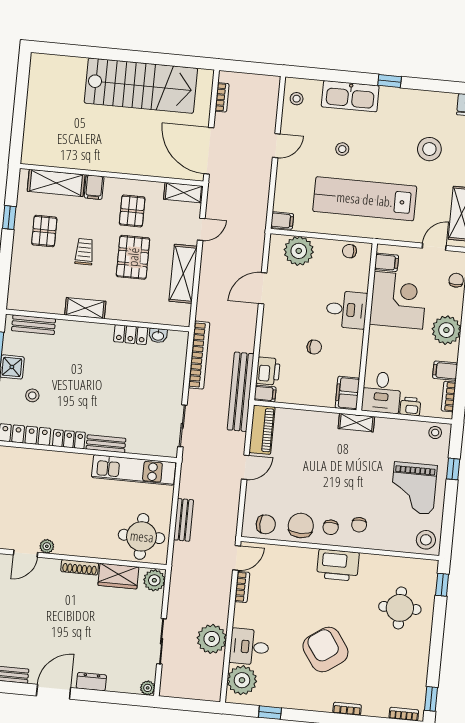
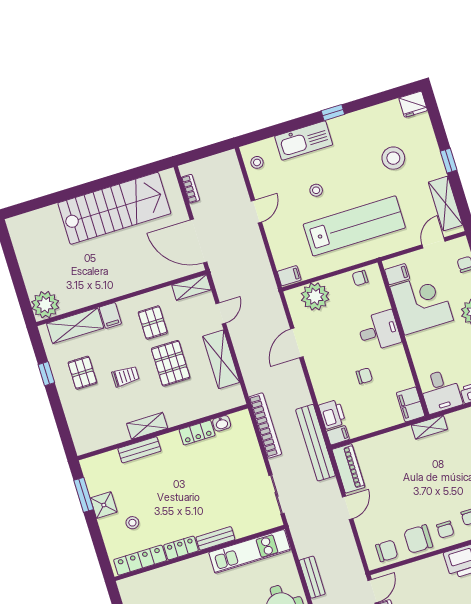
plant: (36, 151) -> (45, 305), added
lab bench: (365, 199) -> (354, 226), turned 180
trolley: (84, 252) -> (125, 376), turned 90
bench: (34, 325) -> (139, 450), moved
chair: (301, 526) -> (418, 539), turned -90

